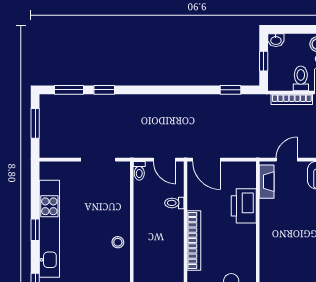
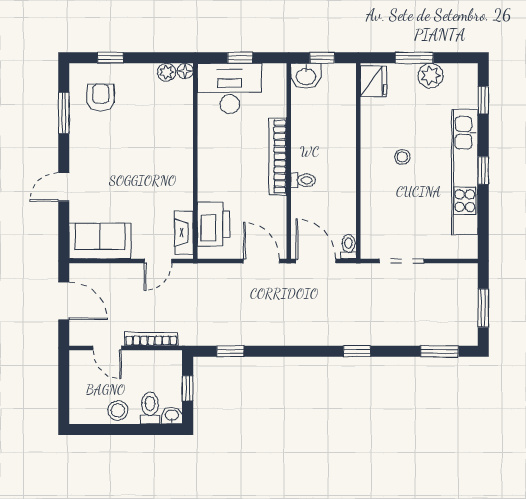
toilet: (301, 78) -> (150, 408), moved, turned 180
window: (104, 90) -> (357, 351), moved
door: (164, 160) -> (316, 261), width x1.38
toilet: (174, 203) -> (303, 180), moved
printer: (244, 206) -> (213, 224), moved
stool: (118, 242) -> (402, 157), moved

